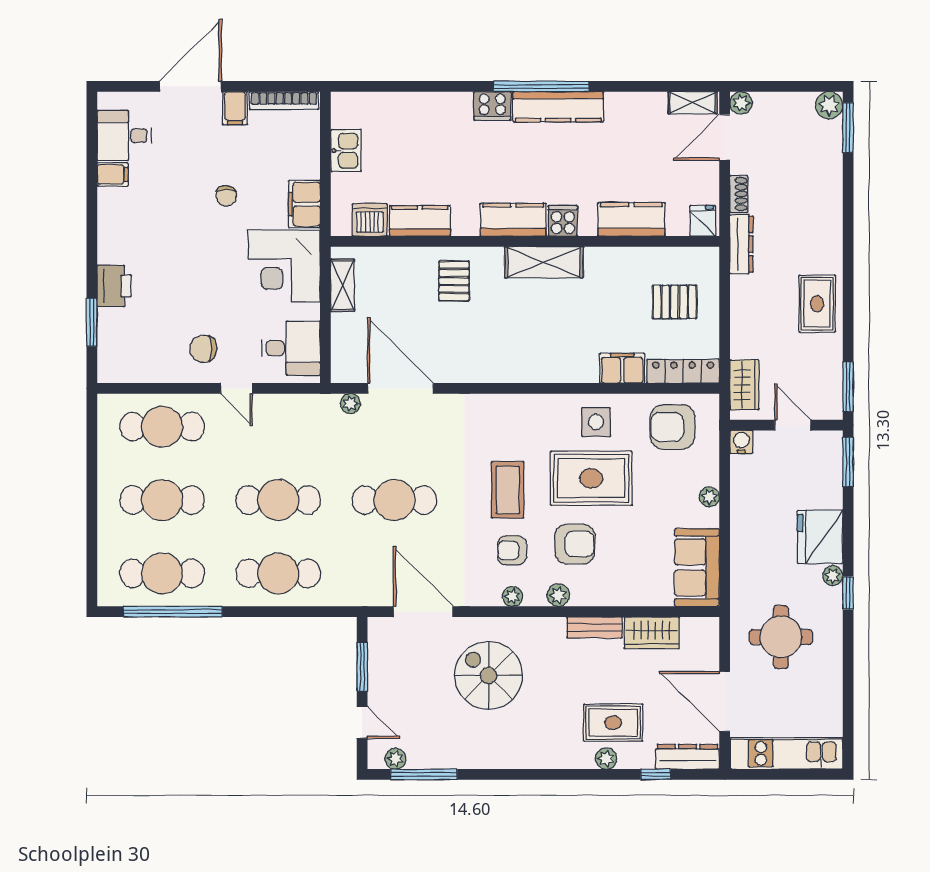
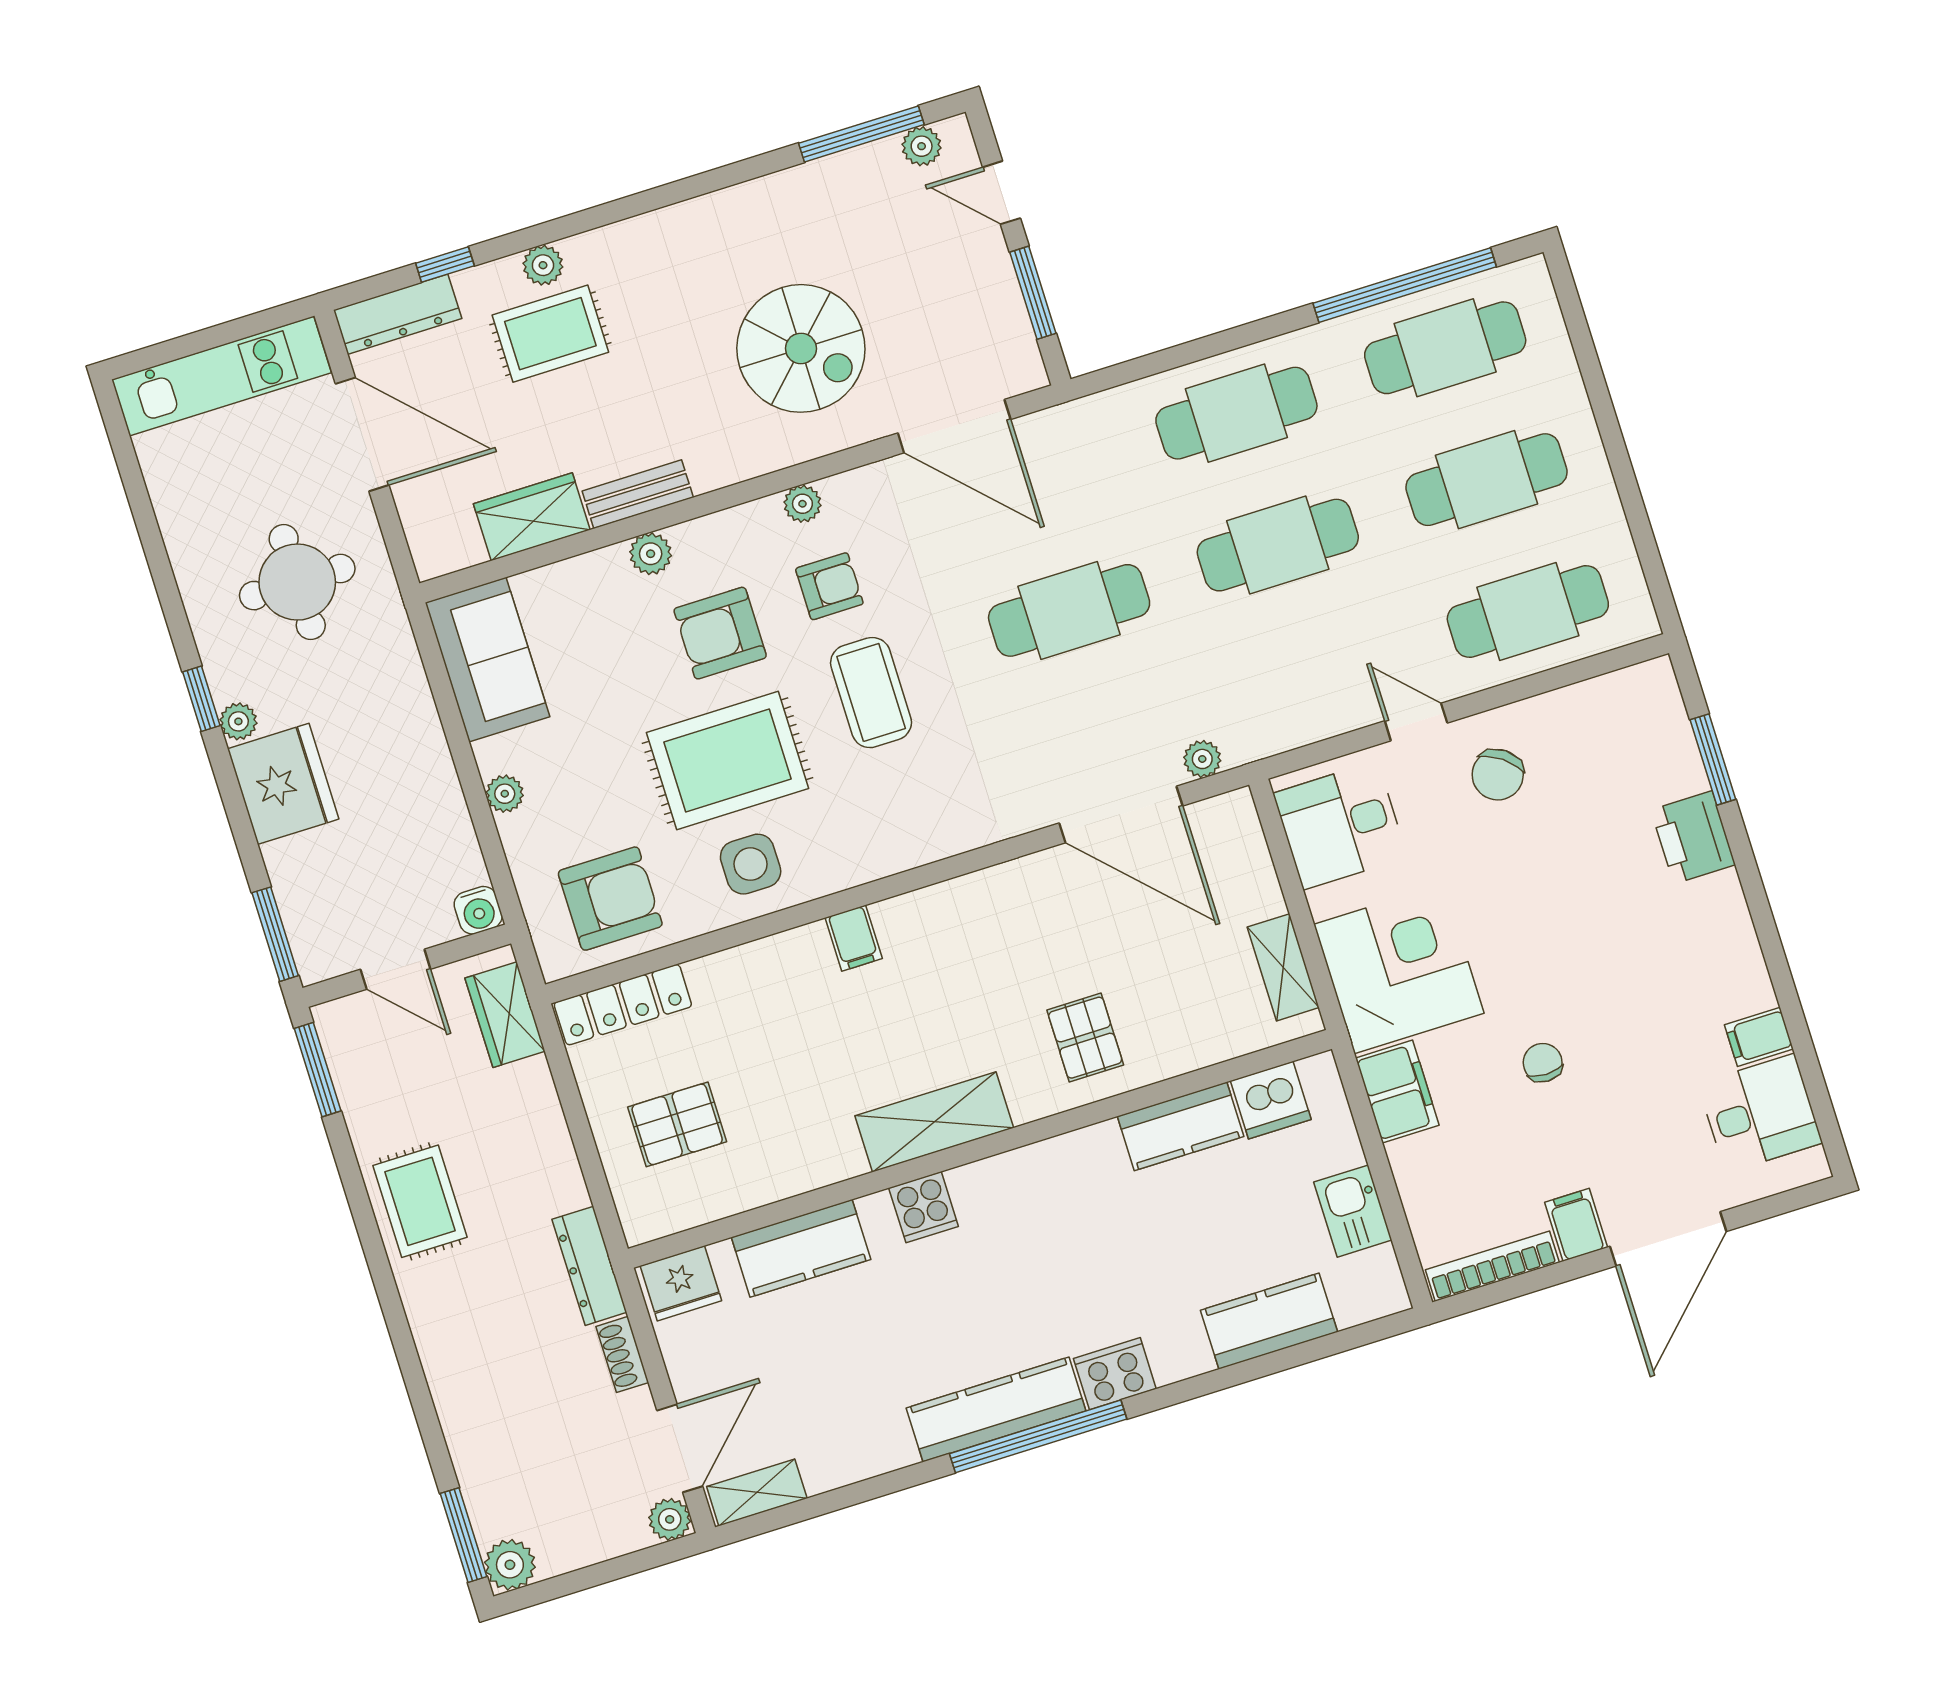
kitchen counter: (513, 220) -> (1269, 1321), moved, turned 180
fridge: (703, 221) -> (681, 1283), width x1.38
chair: (203, 349) -> (1498, 775), turned 126
filing cabinet: (622, 368) -> (854, 938), moved, width x0.50
plant: (558, 595) -> (651, 554), moved

